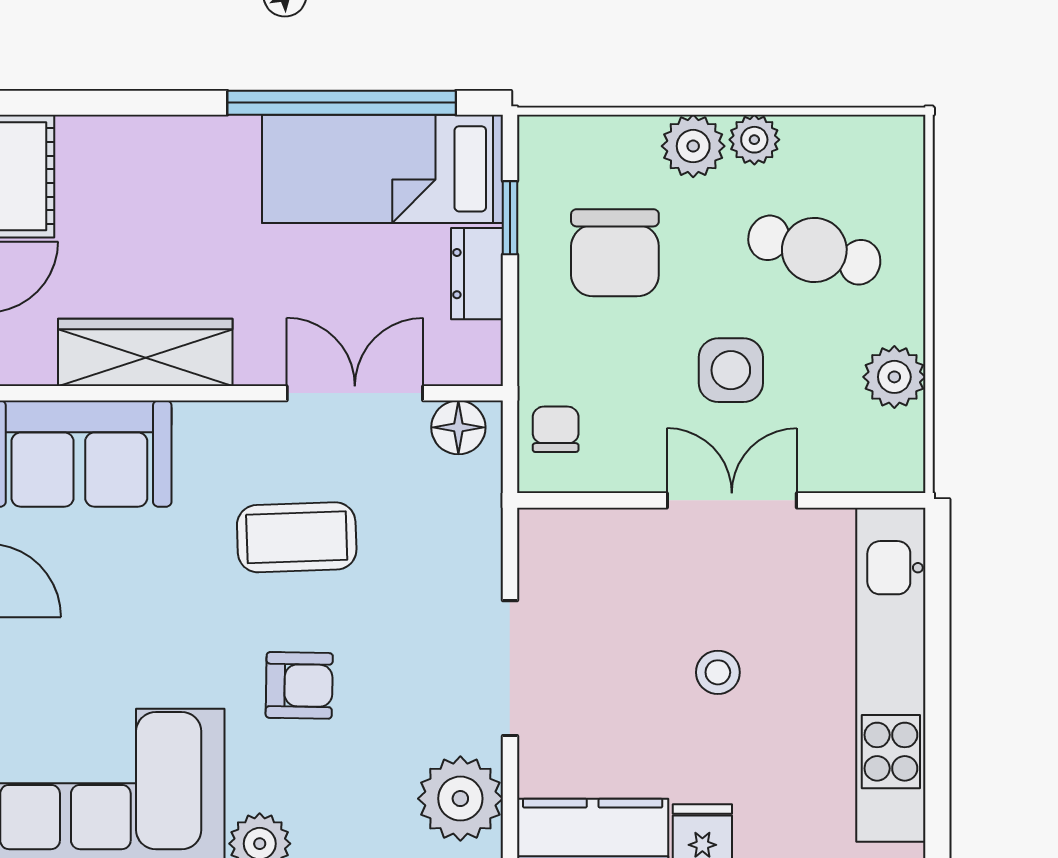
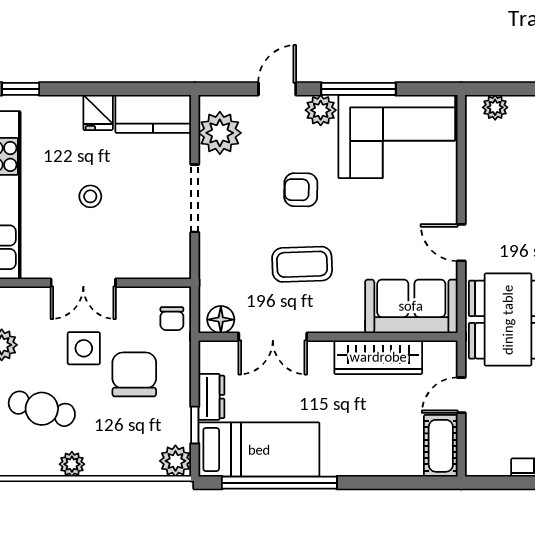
plant: (693, 146) -> (175, 461), moved
chair: (615, 253) -> (134, 374), moved

